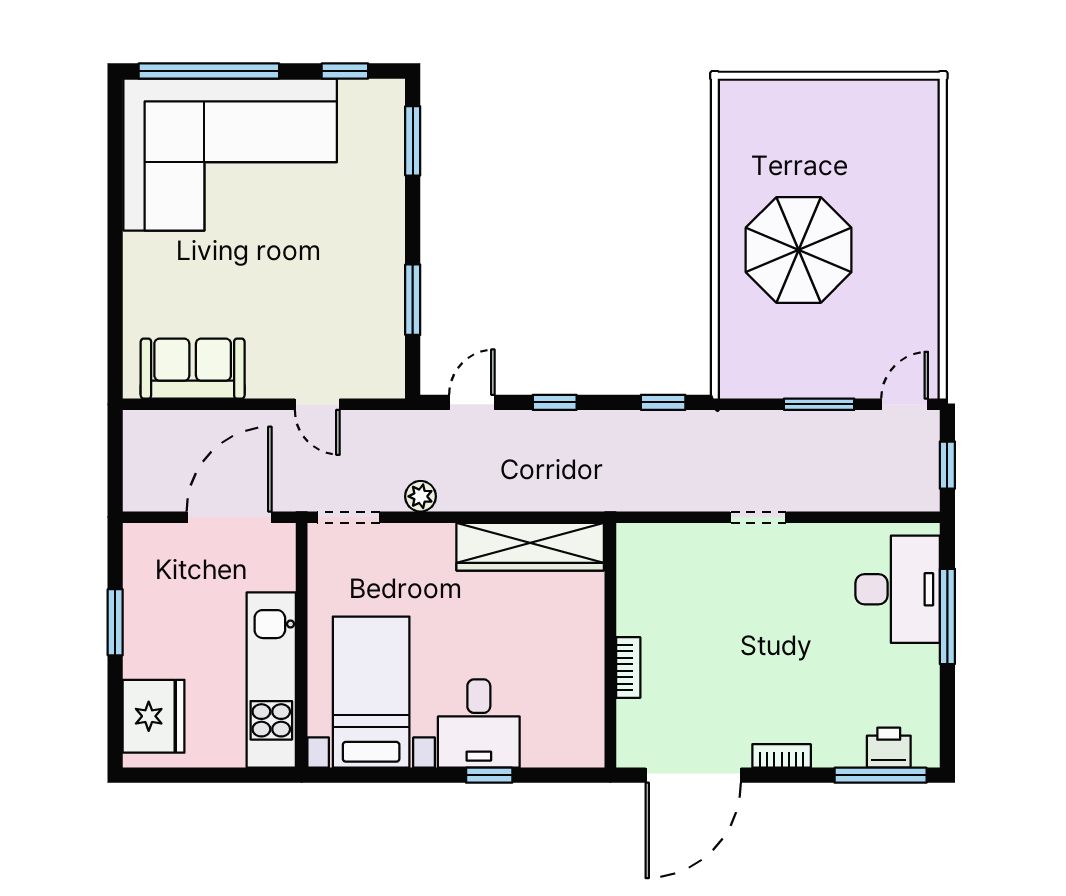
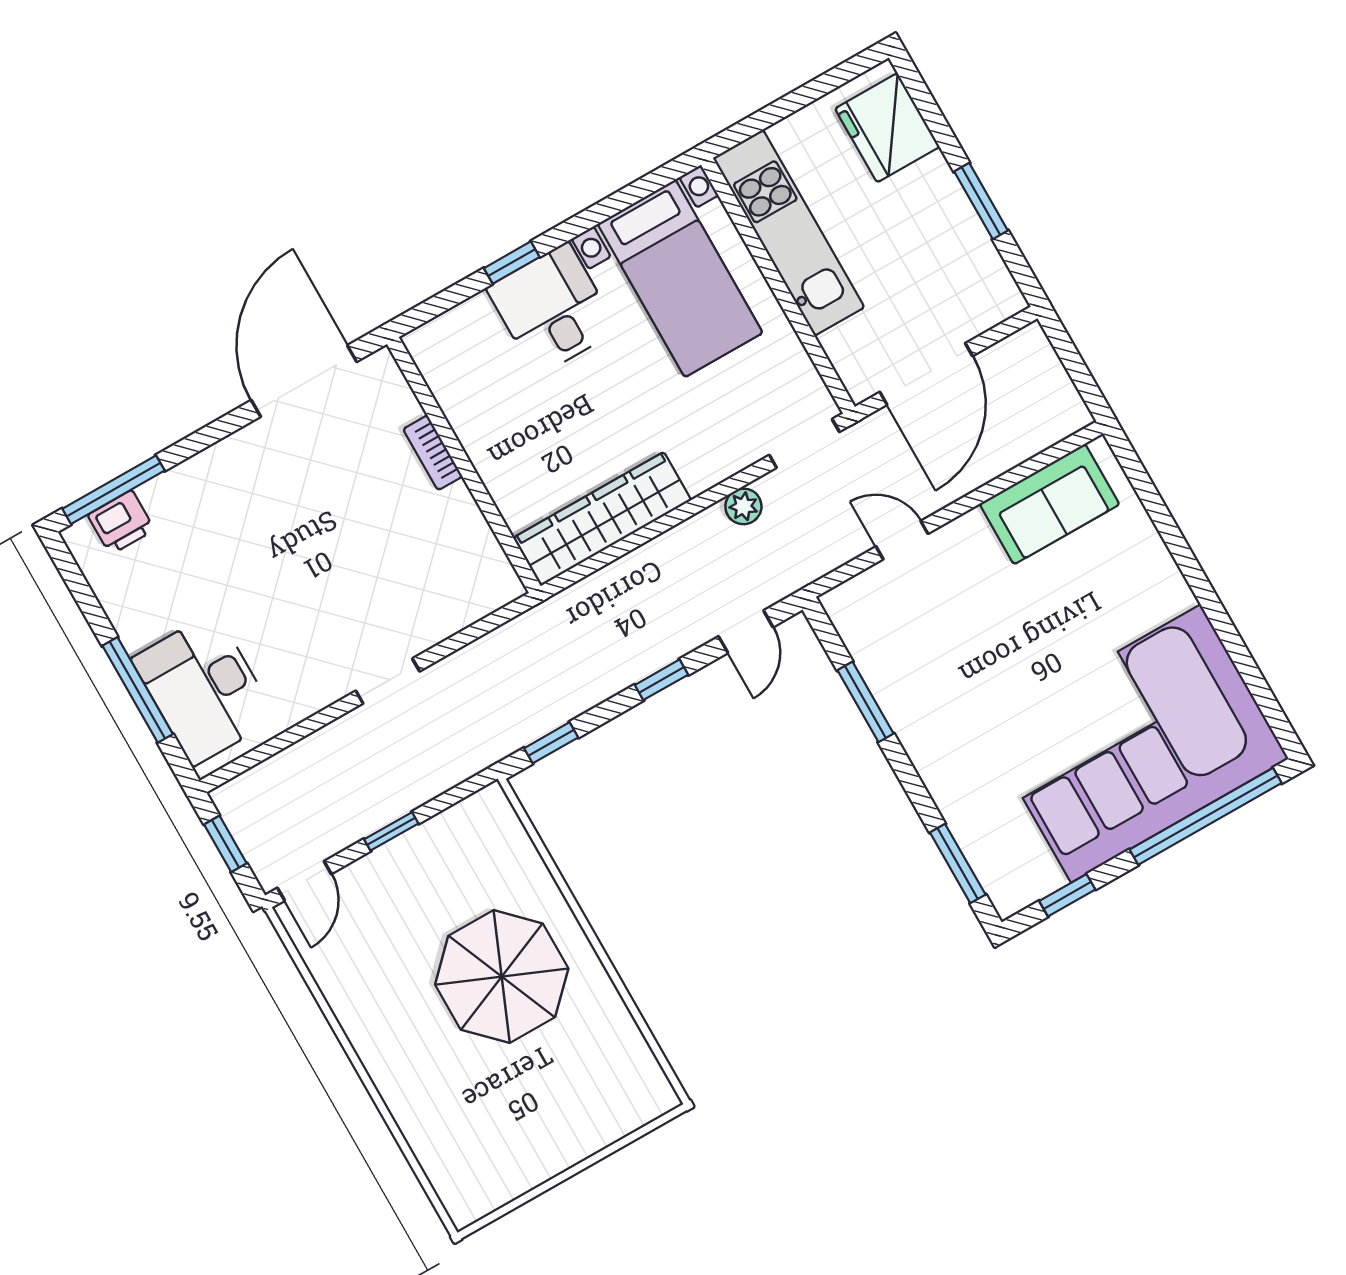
window: (819, 404) -> (391, 831), width x0.67
bookcase: (782, 756) -> (225, 452), removed

